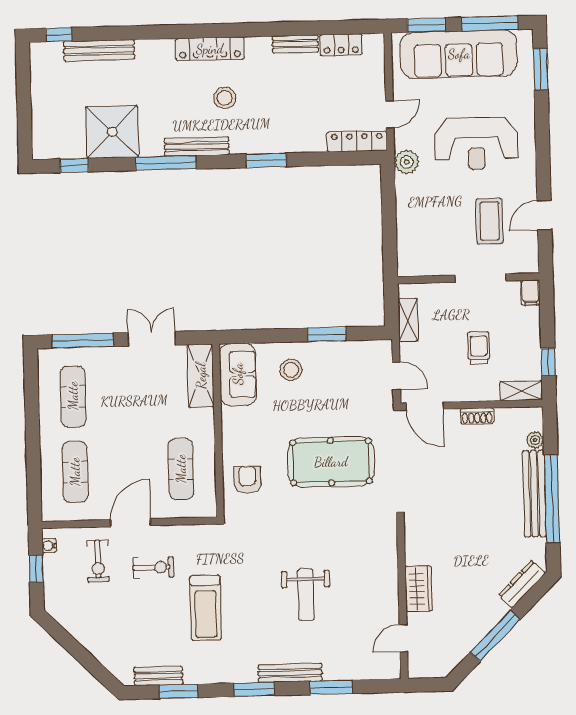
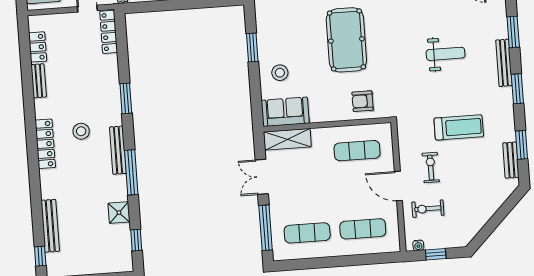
shower: (112, 132) -> (119, 213), width x0.54, depth x0.54
exercise bike: (98, 561) -> (428, 209), turned 180

